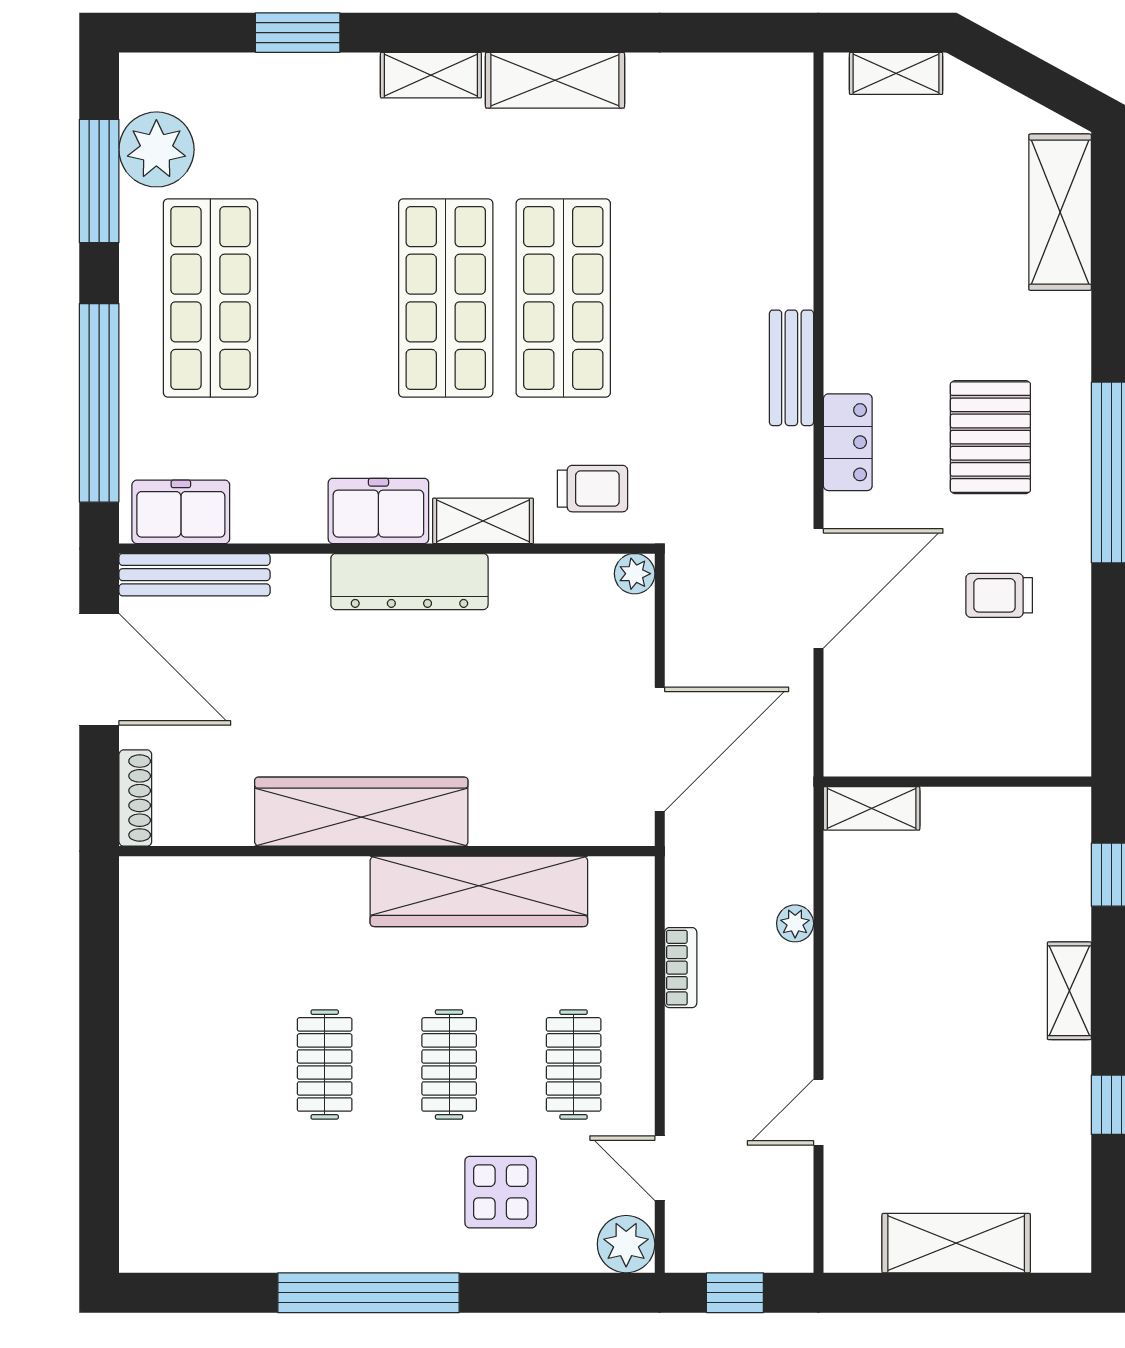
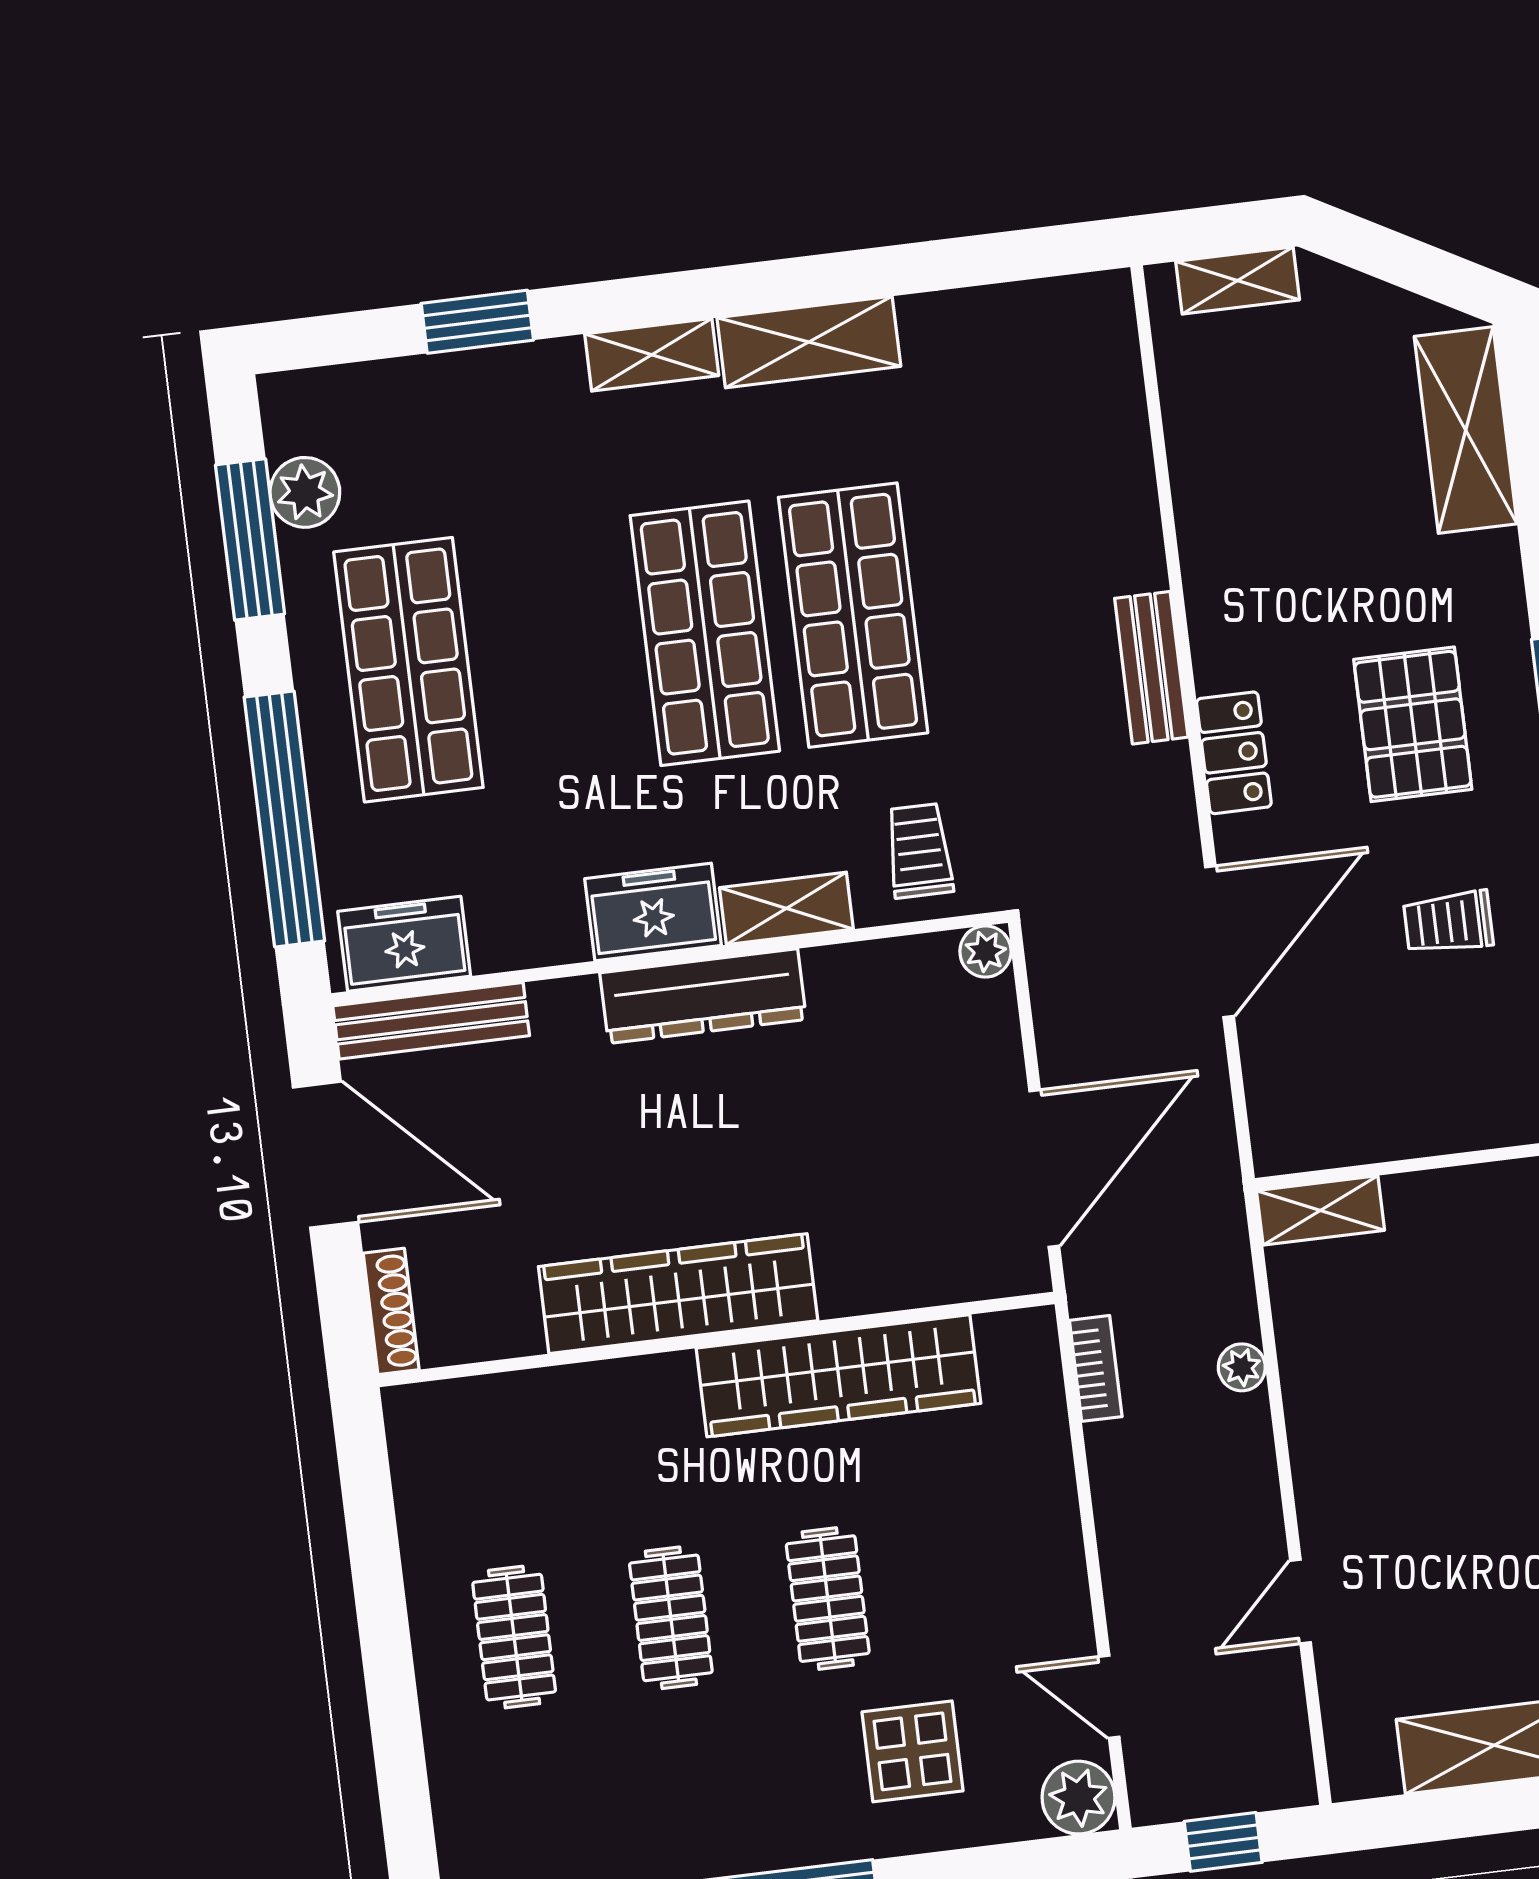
plant: (156, 149) -> (305, 492), width x0.73, depth x0.73
trolley: (592, 489) -> (919, 851), turned -90
bookcase: (681, 968) -> (1096, 1368), moved
clothes rail: (574, 1064) -> (514, 1637), moved

